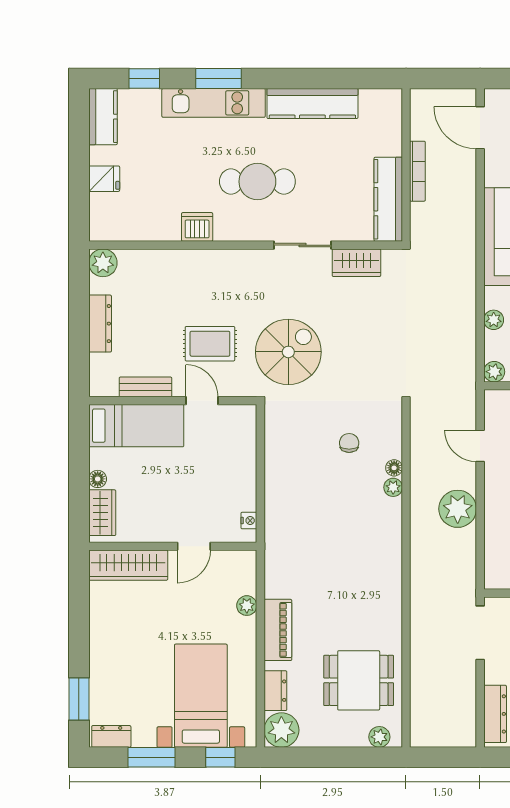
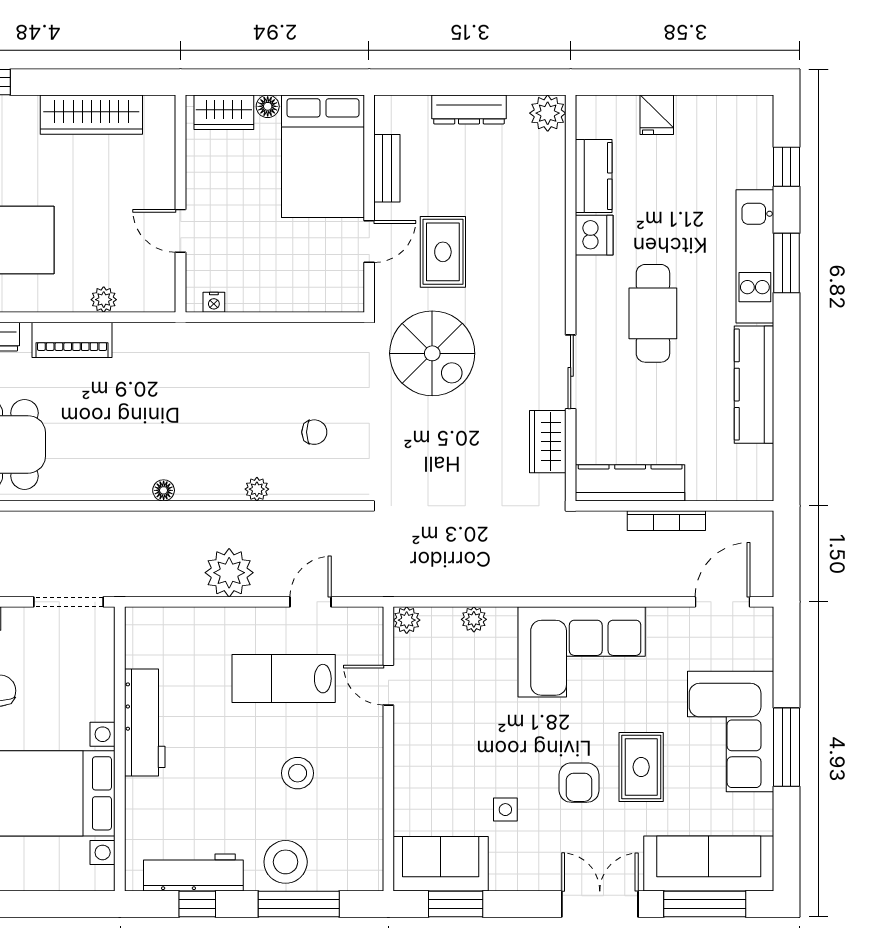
kitchen counter: (103, 117) -> (594, 176), moved, turned -90
bed: (136, 426) -> (323, 156), width x1.50
floor lamp: (394, 468) -> (164, 490), moved
wardrobe: (128, 565) -> (91, 115), moved, turned -90

